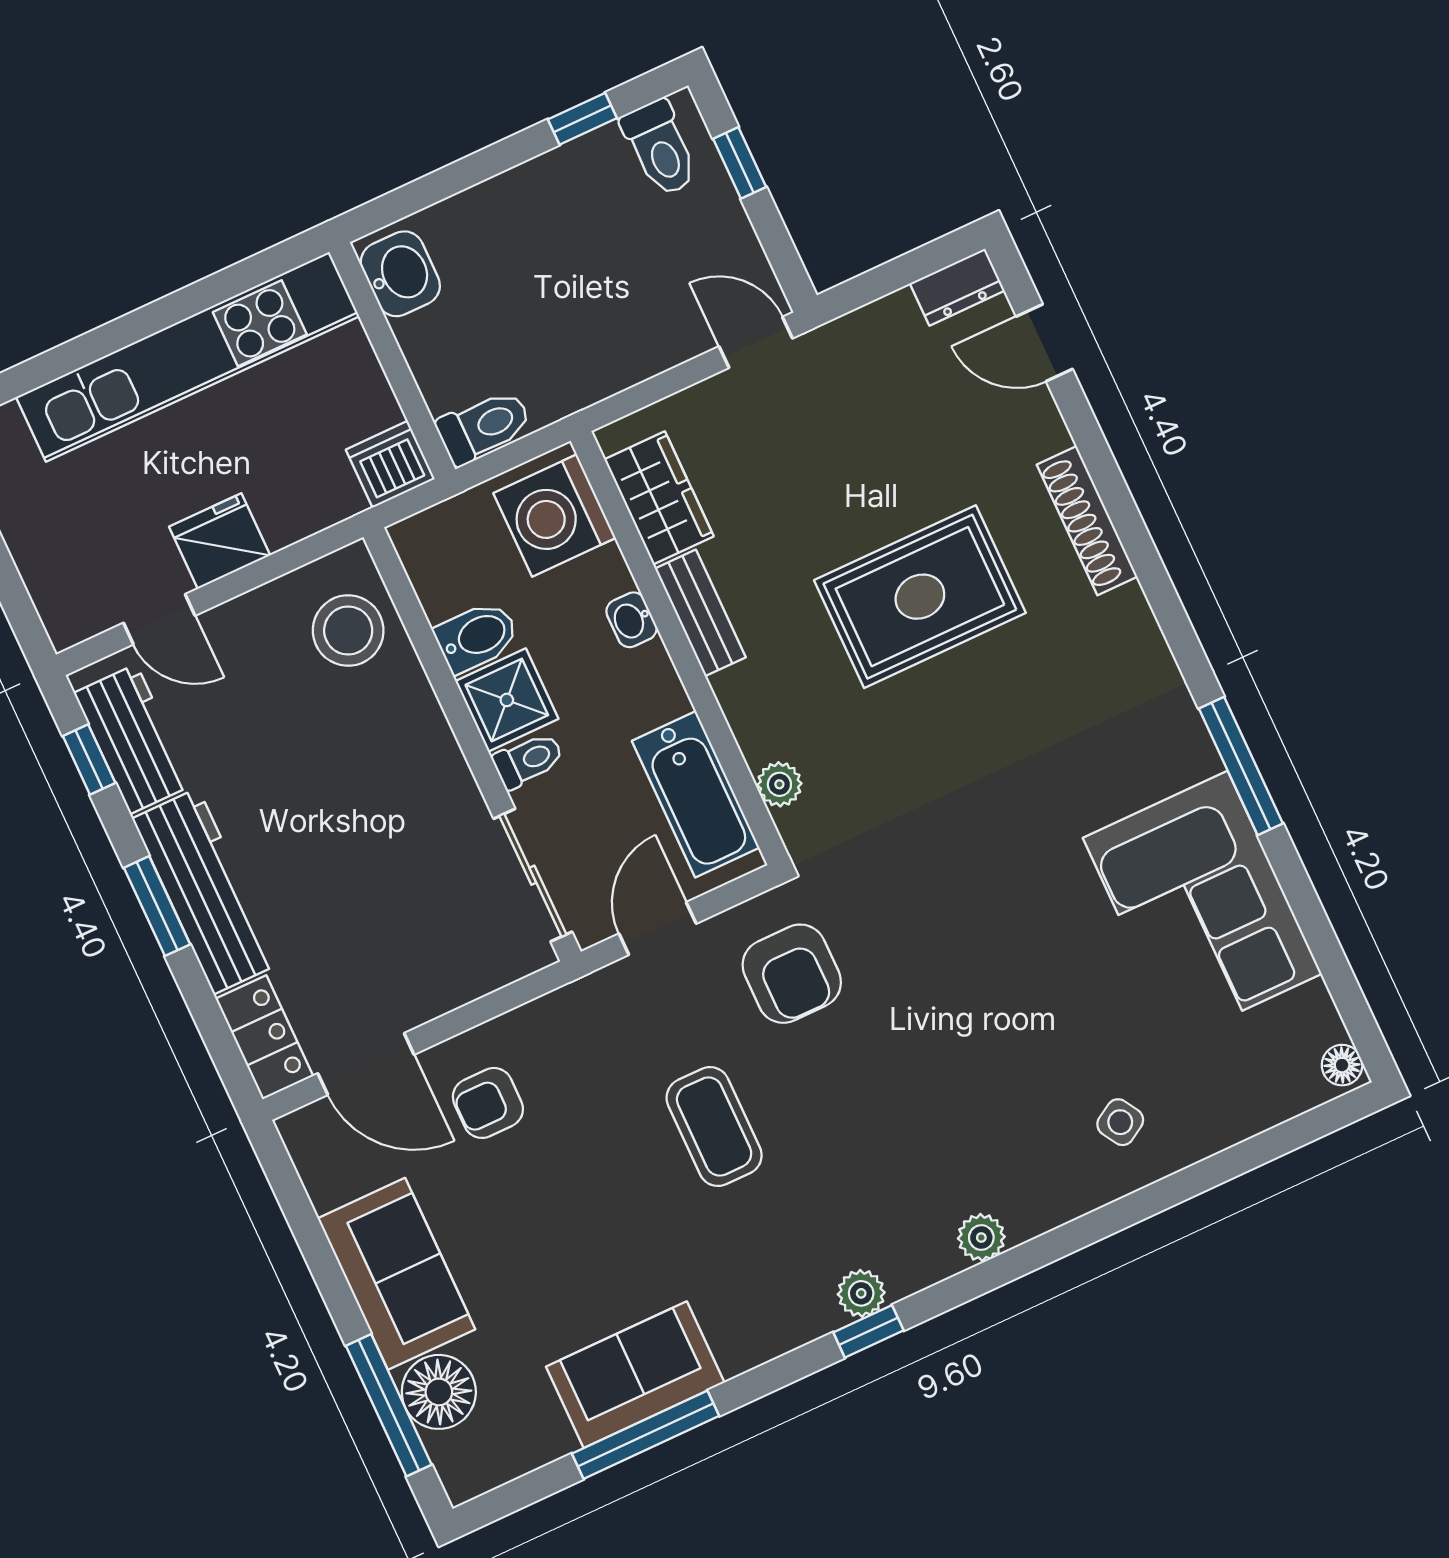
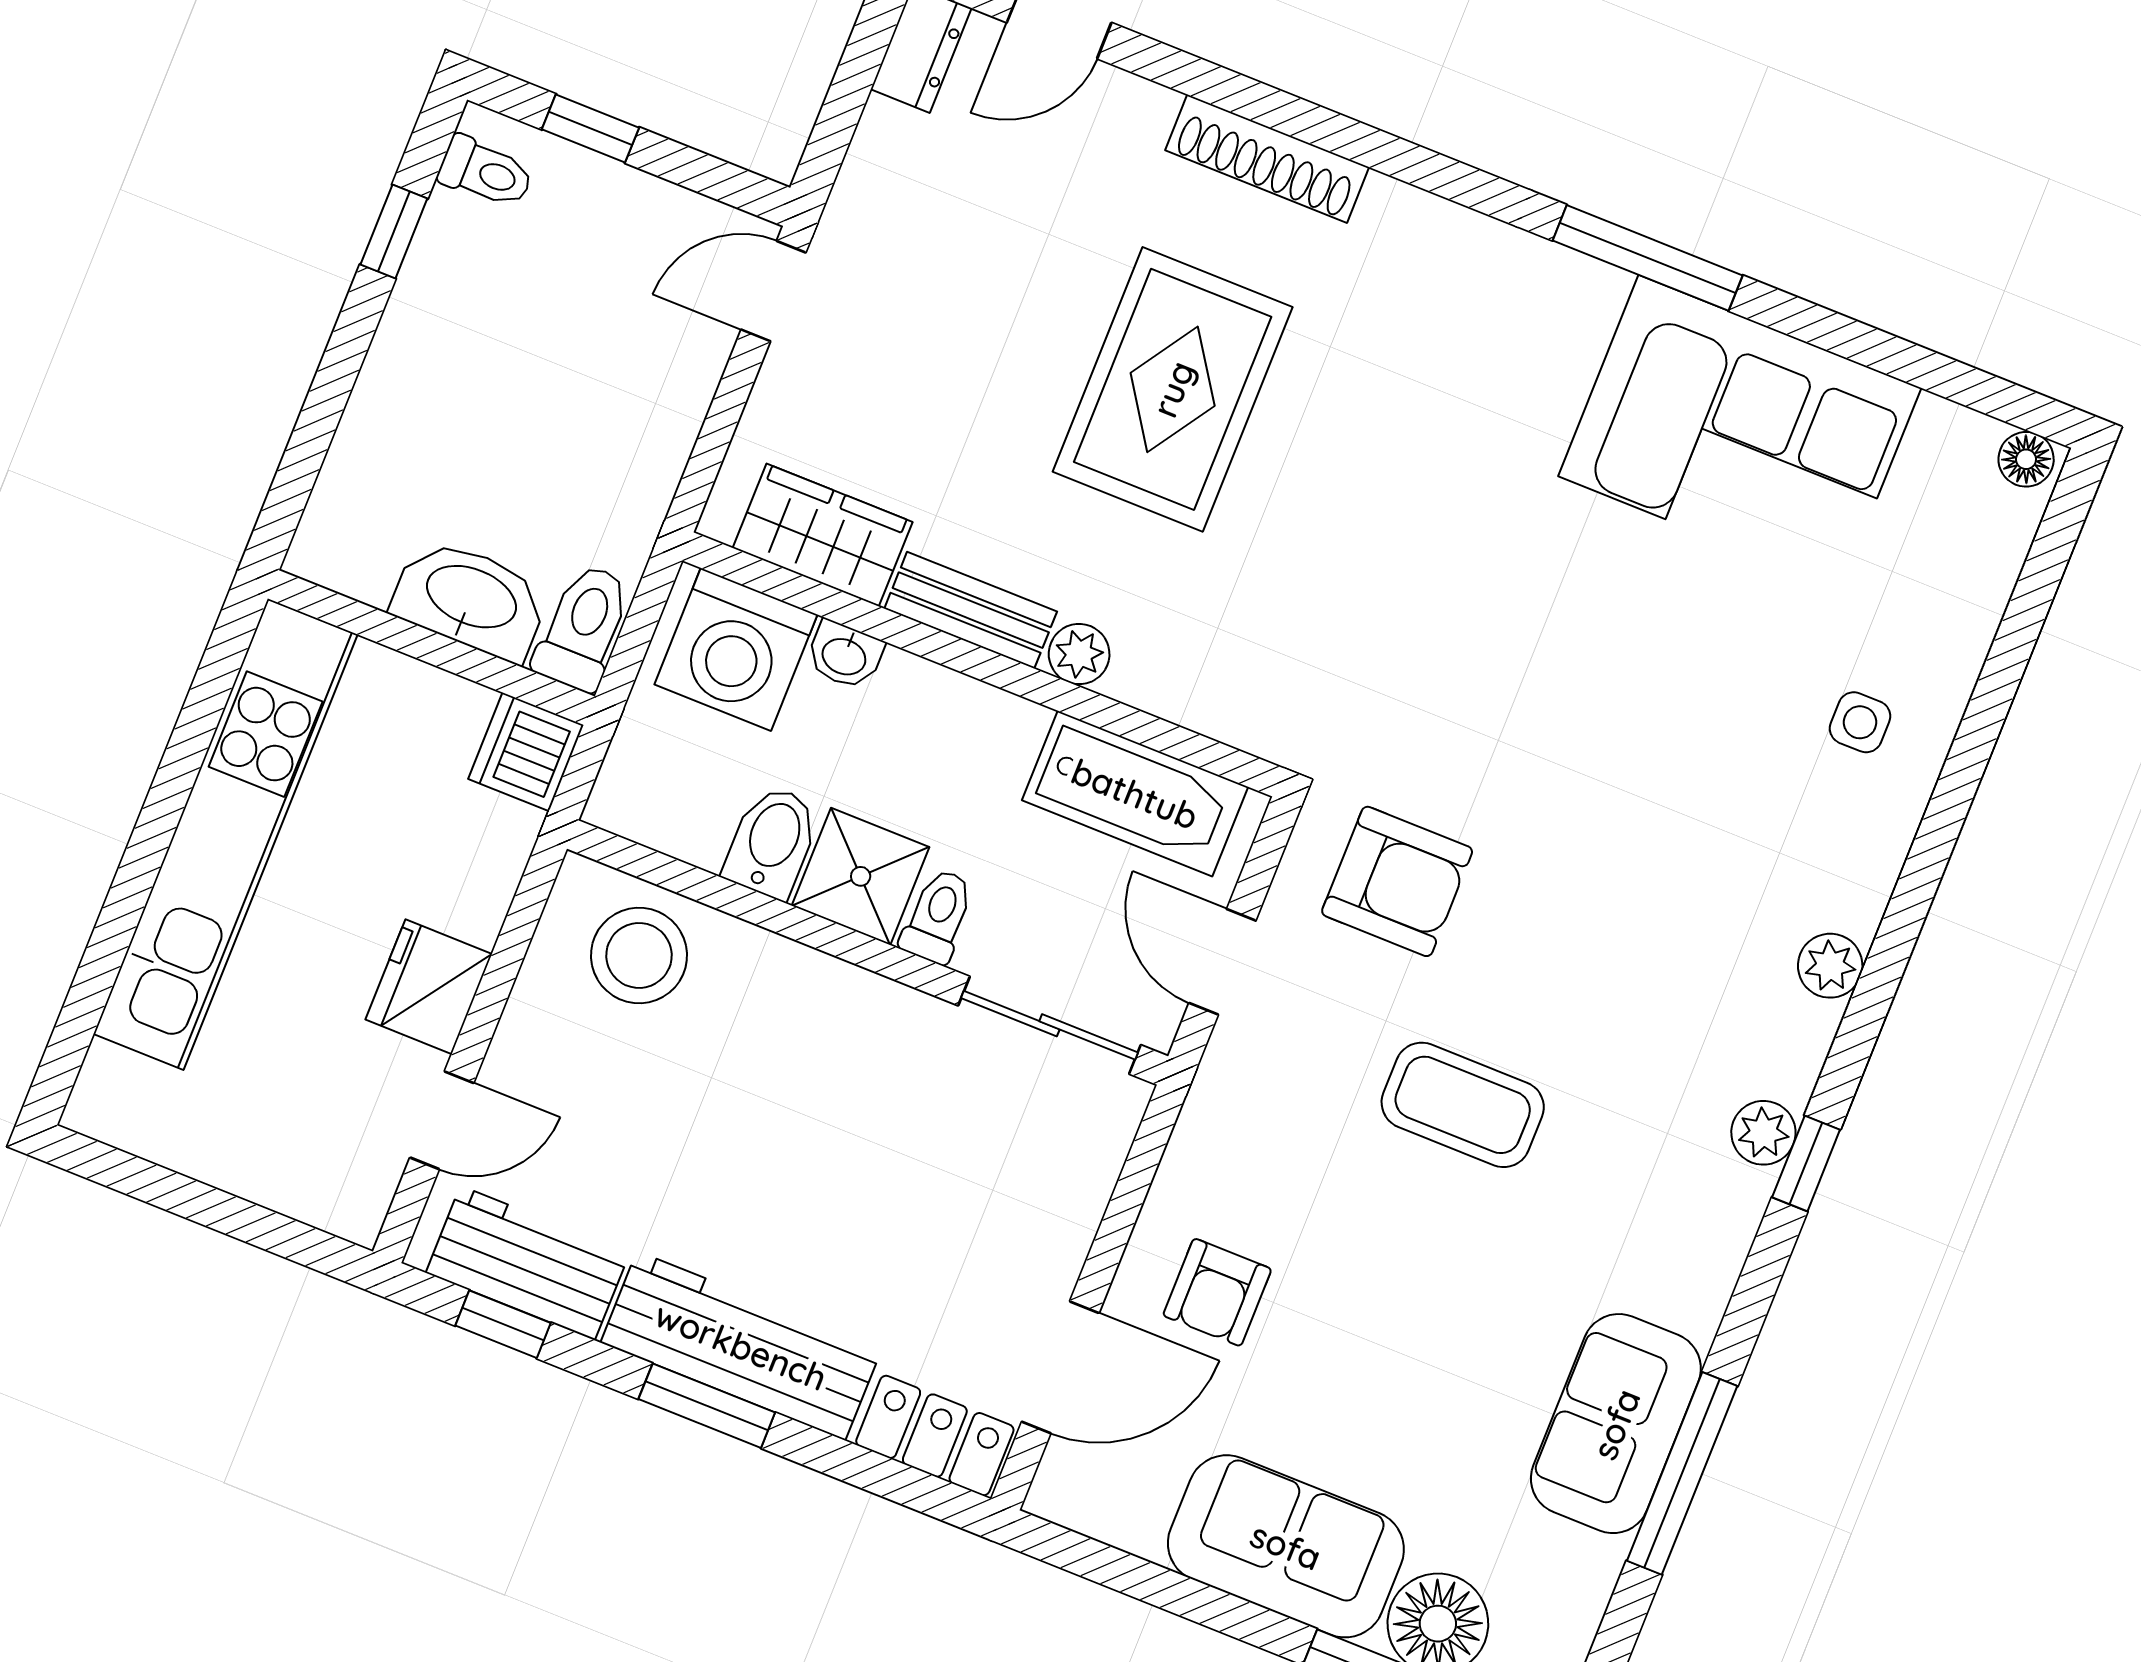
toilet: (660, 148) -> (486, 172), width x0.73, depth x0.72
washbasin: (400, 274) -> (471, 599), moved, width x1.38
washbasin: (631, 620) -> (845, 655), moved
plant: (779, 784) -> (1079, 654), moved
side table: (1120, 1122) -> (1860, 722), turned 31

